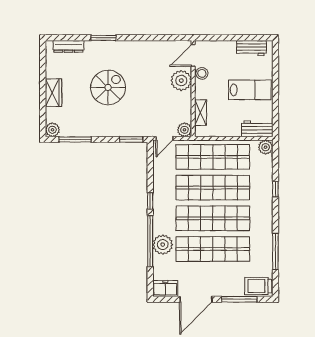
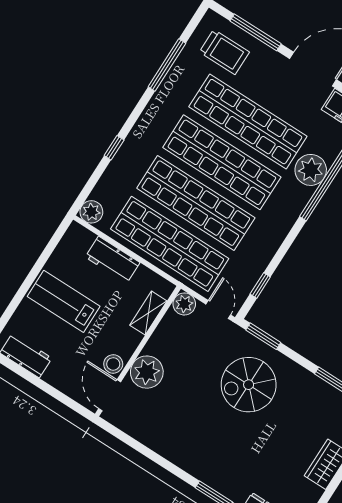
door: (193, 55) -> (110, 395), swing flipped
spiral stairs: (108, 87) -> (249, 385), moved
workbench: (257, 129) -> (113, 260), moved
door: (164, 138) -> (218, 309), hinge flipped
window: (150, 201) -> (260, 286), moved
trolley: (258, 286) -> (224, 52), moved

